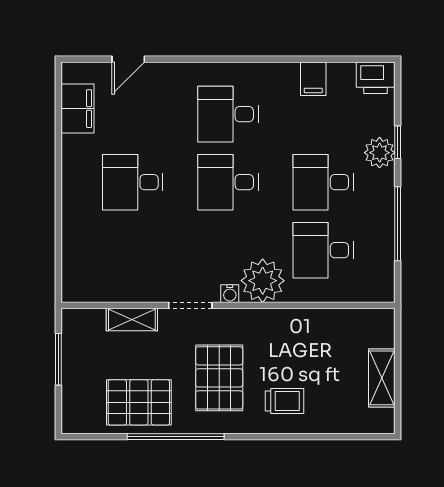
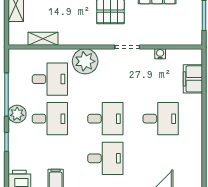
filing cabinet: (78, 109) -> (193, 79), moved
plant: (380, 153) -> (17, 114), moved
water cooler: (230, 294) -> (160, 54), moved
shelving: (132, 319) -> (43, 39), moved

